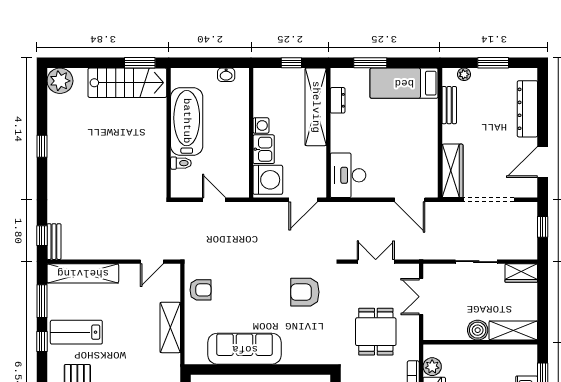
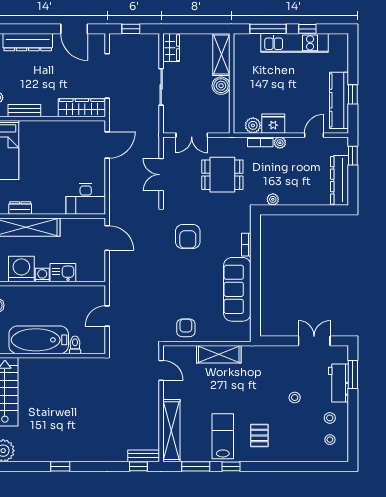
washing machine: (268, 180) -> (21, 269), moved
lab bench: (76, 332) -> (223, 436), turned 180
bookcase: (296, 359) -> (246, 245), added

